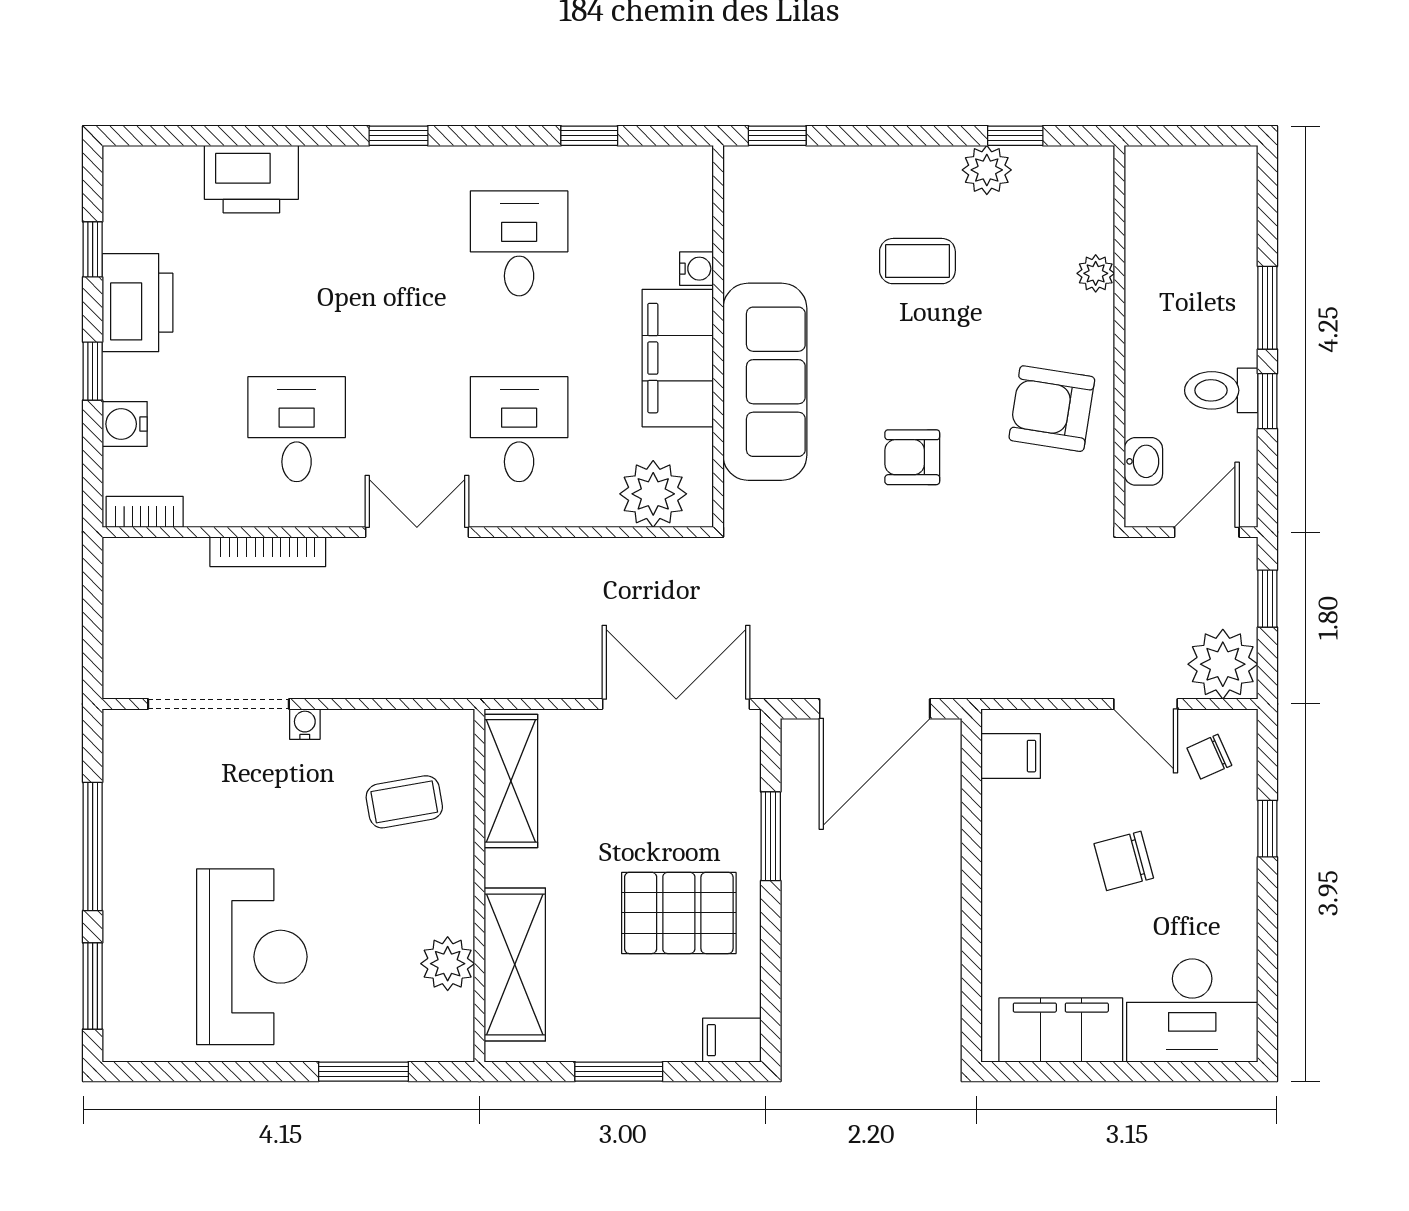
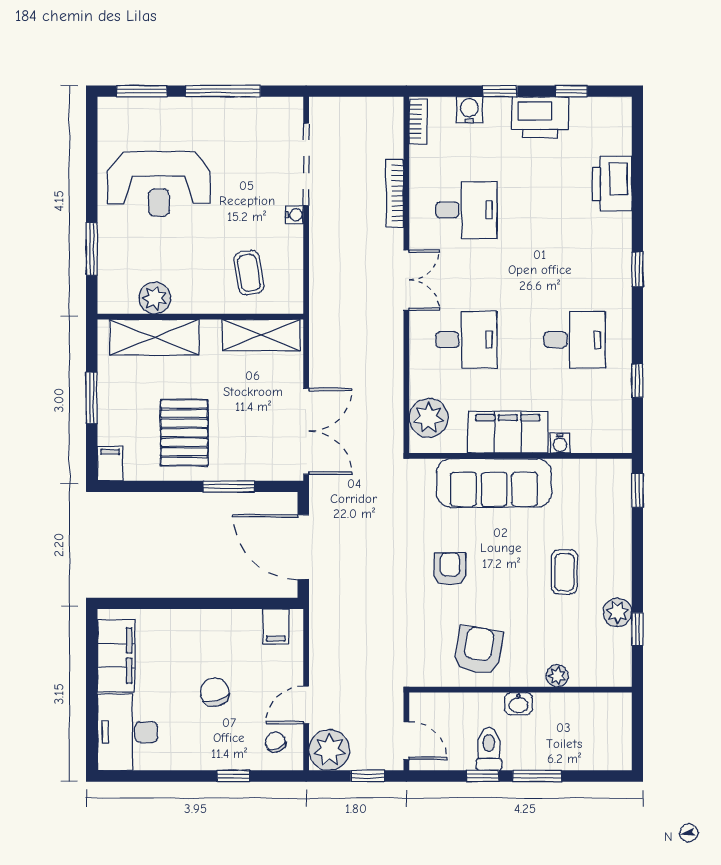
washbasin: (1143, 461) -> (518, 704), moved

